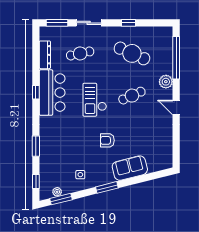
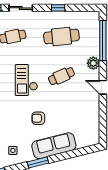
cafe table: (132, 53) -> (61, 37), turned -30
sofa: (130, 168) -> (54, 146), width x1.36

